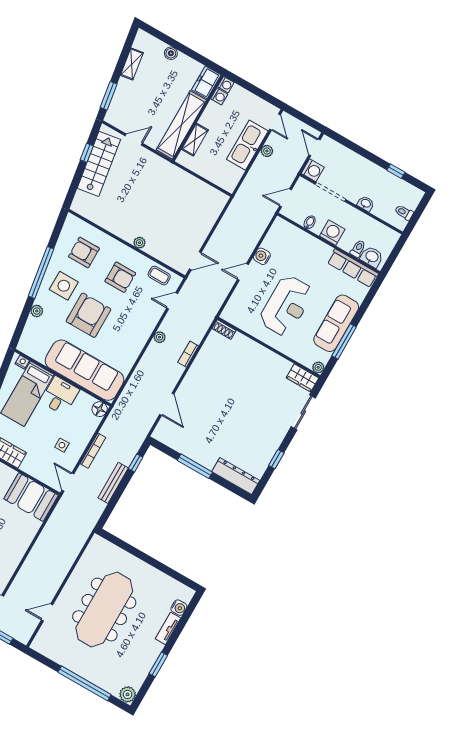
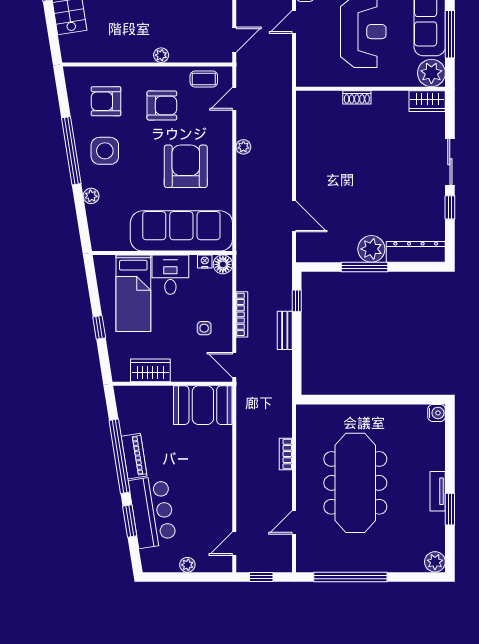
armchair: (88, 315) -> (186, 166), moved
shoe rack: (224, 329) -> (357, 97), moved
bookcase: (188, 354) -> (286, 454), moved
nightstand: (22, 362) -> (205, 262), moved
plant: (318, 367) -> (431, 73), width x1.88, depth x1.88
sliding door: (303, 412) -> (450, 162), moved
plant: (207, 457) -> (371, 249), added
bench: (113, 483) -> (285, 330), width x0.73
water cooler: (179, 608) -> (437, 413), moved
tv unit: (168, 628) -> (438, 491), moved
window: (84, 683) -> (350, 577), moved

